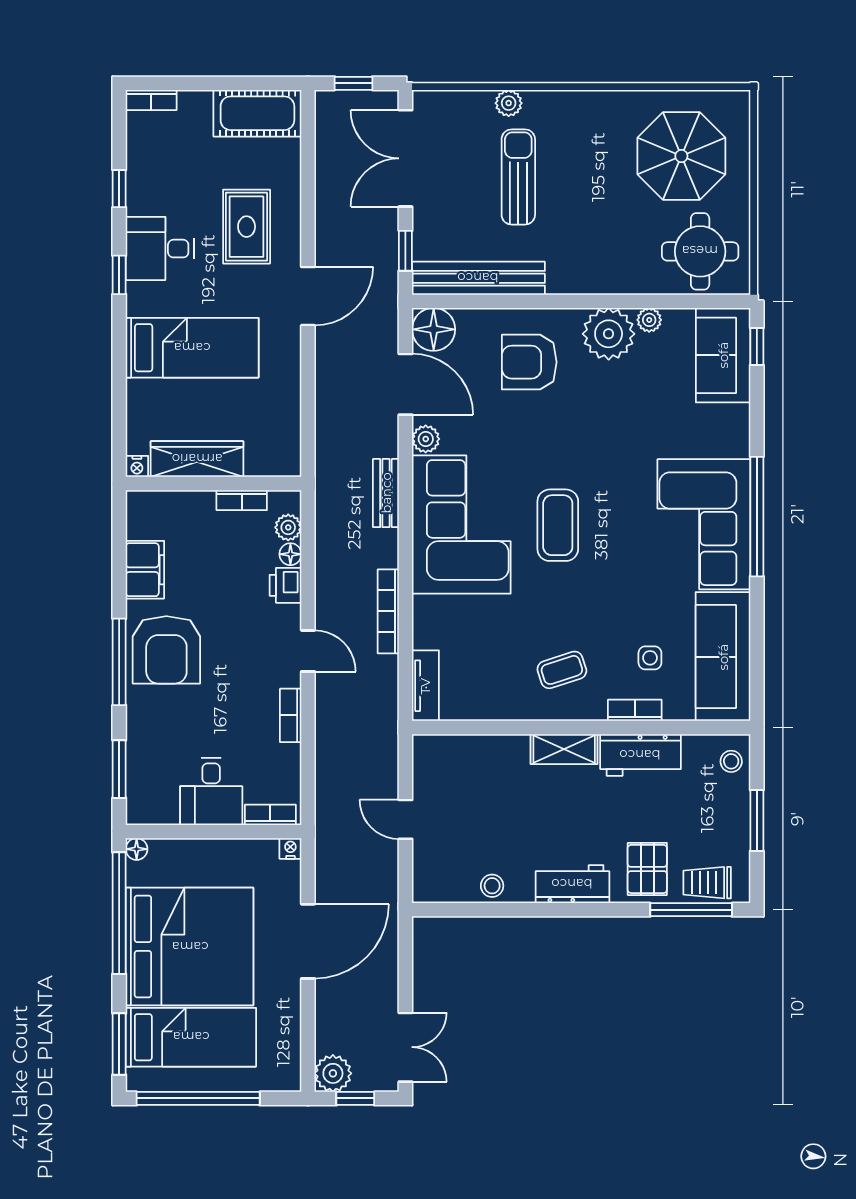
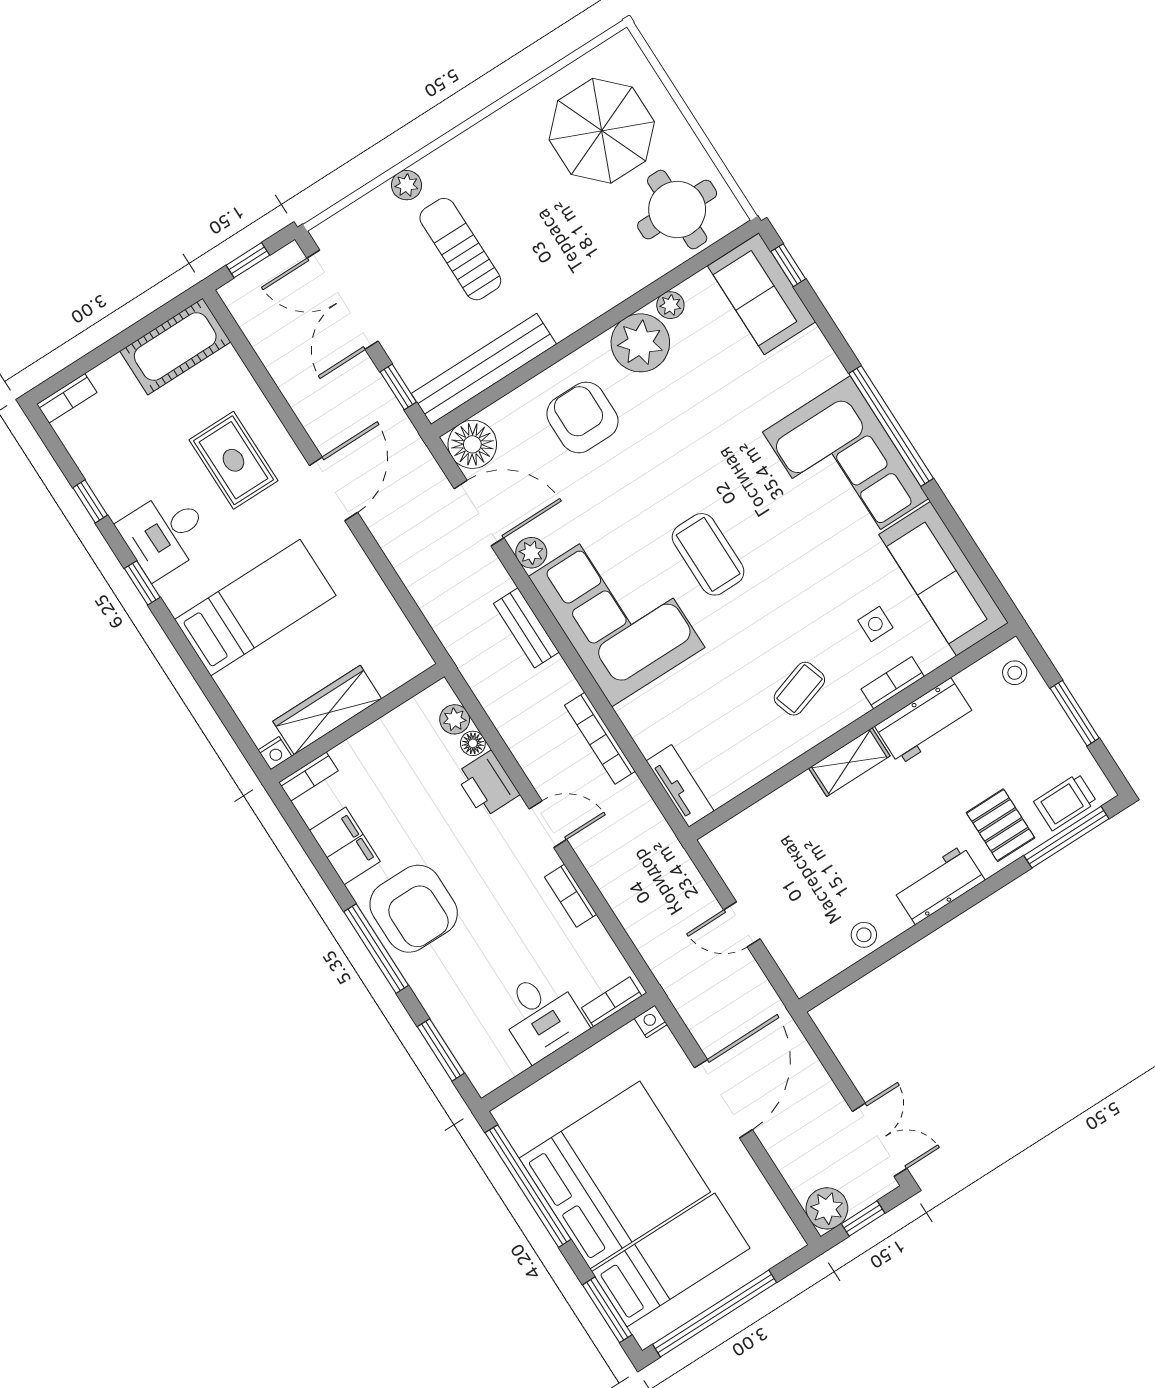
armchair: (529, 362) -> (582, 417), turned 90
bookcase: (242, 500) -> (308, 777), moved
printer: (285, 585) -> (487, 784), width x1.36, depth x1.24
floor lamp: (137, 849) -> (506, 1115), removed

